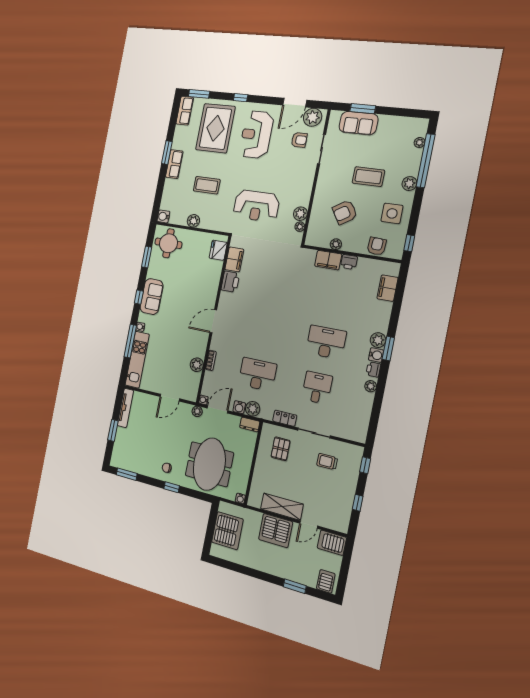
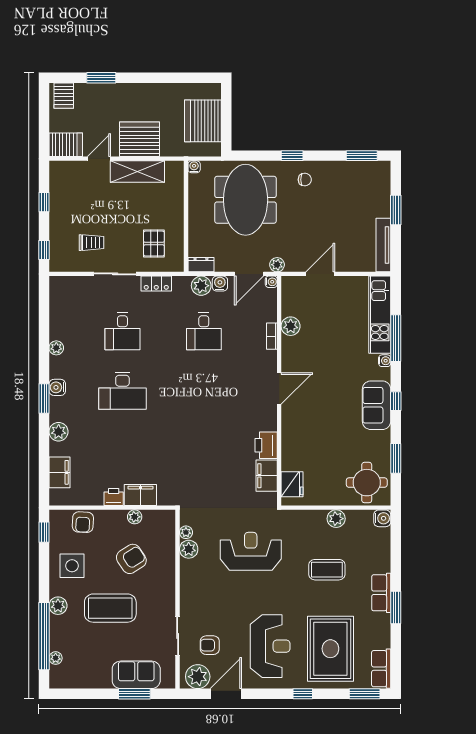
coffee table: (368, 177) -> (110, 608), width x1.36, depth x1.32
plant: (378, 340) -> (59, 432), moved
printer: (373, 369) -> (57, 369), removed
desk: (257, 374) -> (204, 331), width x0.73

